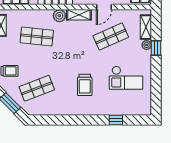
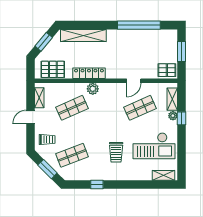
shelving: (79, 15) -> (164, 175), moved
shop shelf: (37, 36) -> (72, 108), turned -30
checkout: (126, 78) -> (154, 146), width x1.36, depth x1.21
window: (116, 120) -> (97, 185), moved

